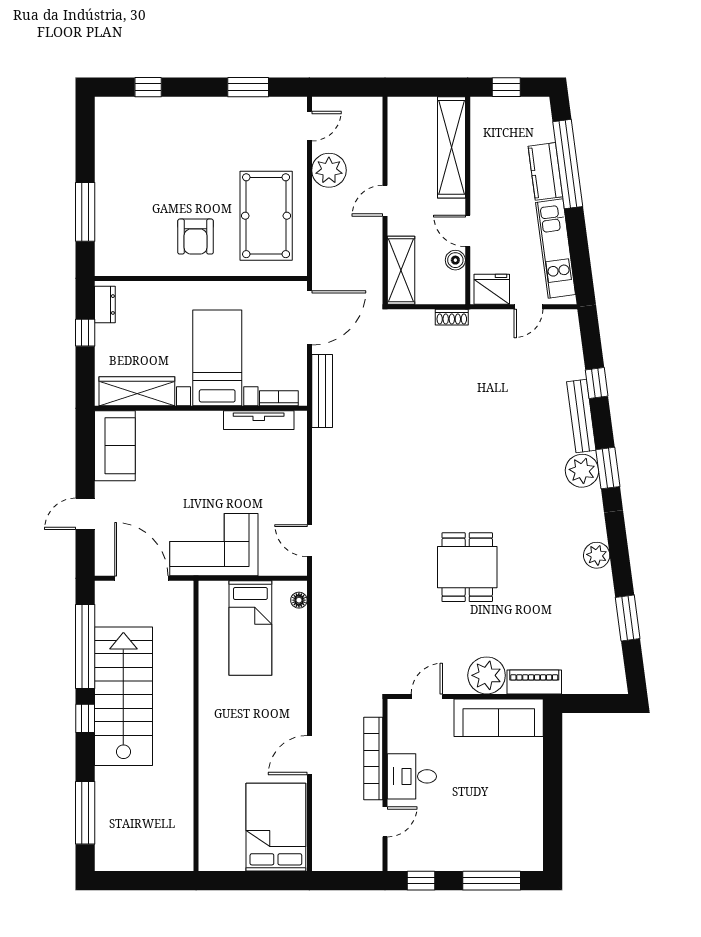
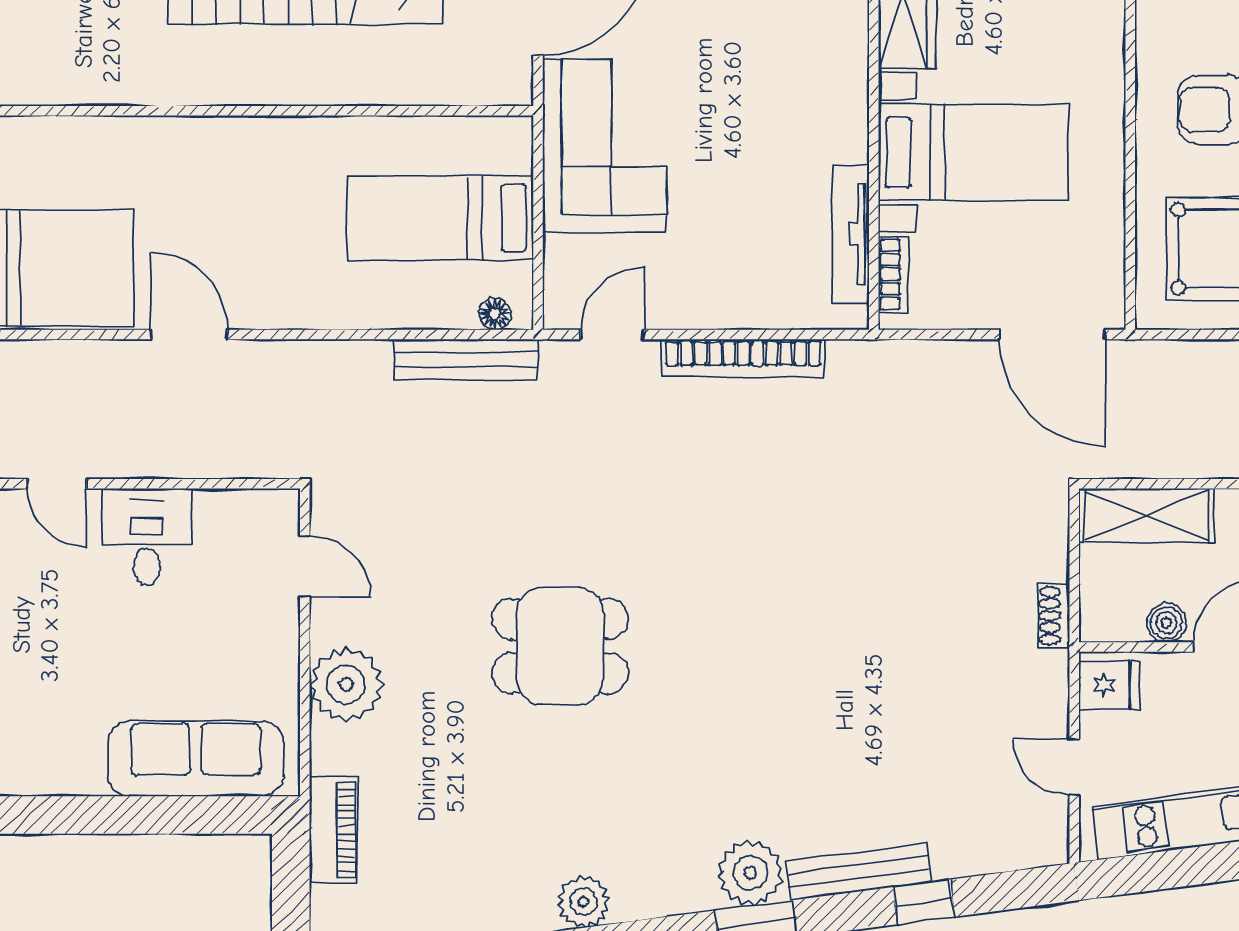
fridge: (492, 289) -> (1109, 685), width x0.72
bench: (322, 391) -> (466, 359), moved
piano: (534, 682) -> (333, 830), moved
sofa: (499, 718) -> (196, 759), moved, turned 90
bookcase: (373, 759) -> (743, 358), moved, turned 180

